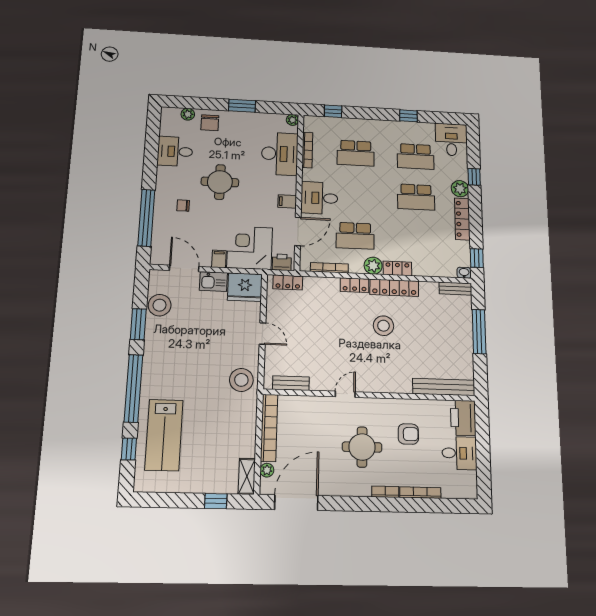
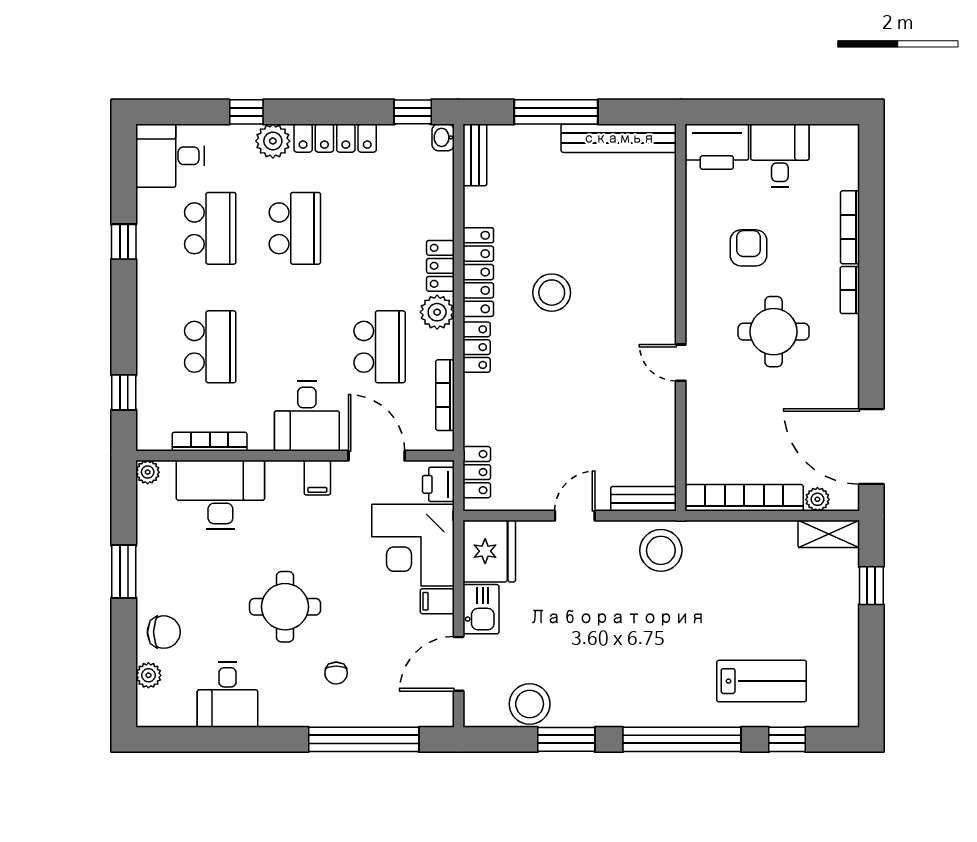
bench: (291, 383) -> (644, 499), moved, turned 90
bench: (444, 387) -> (619, 138), moved, turned 90
lab bench: (164, 435) -> (762, 681), width x0.73, depth x0.72

